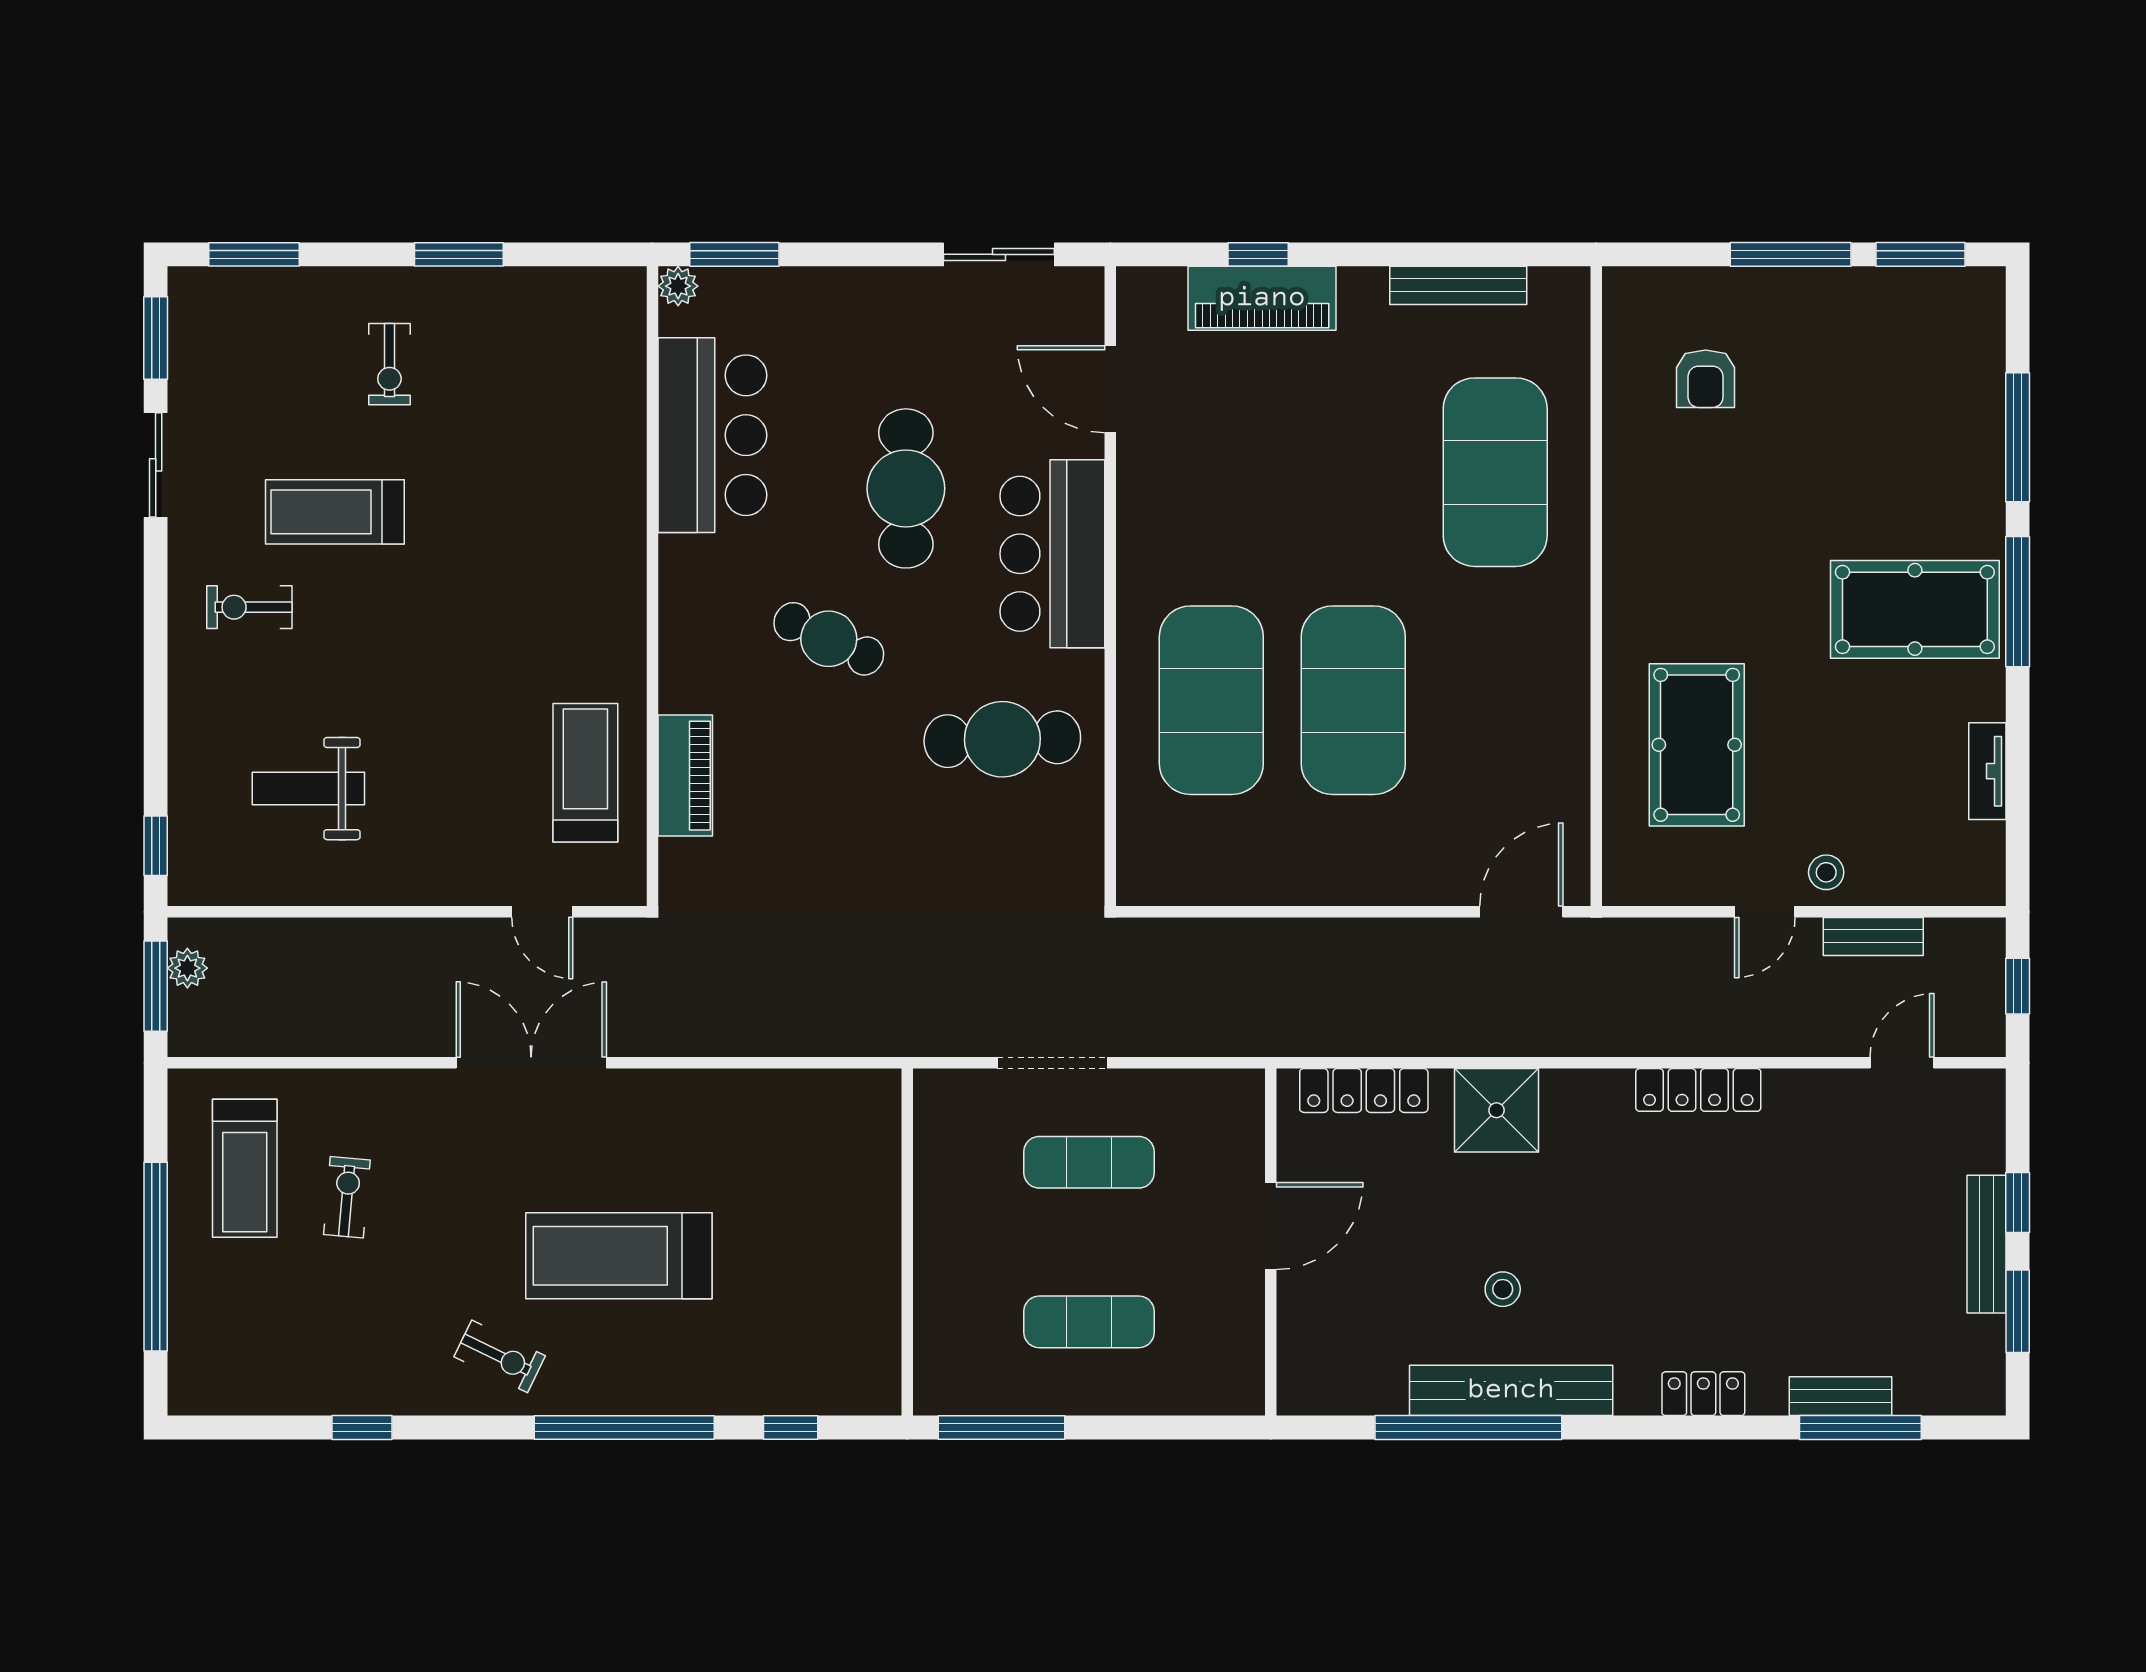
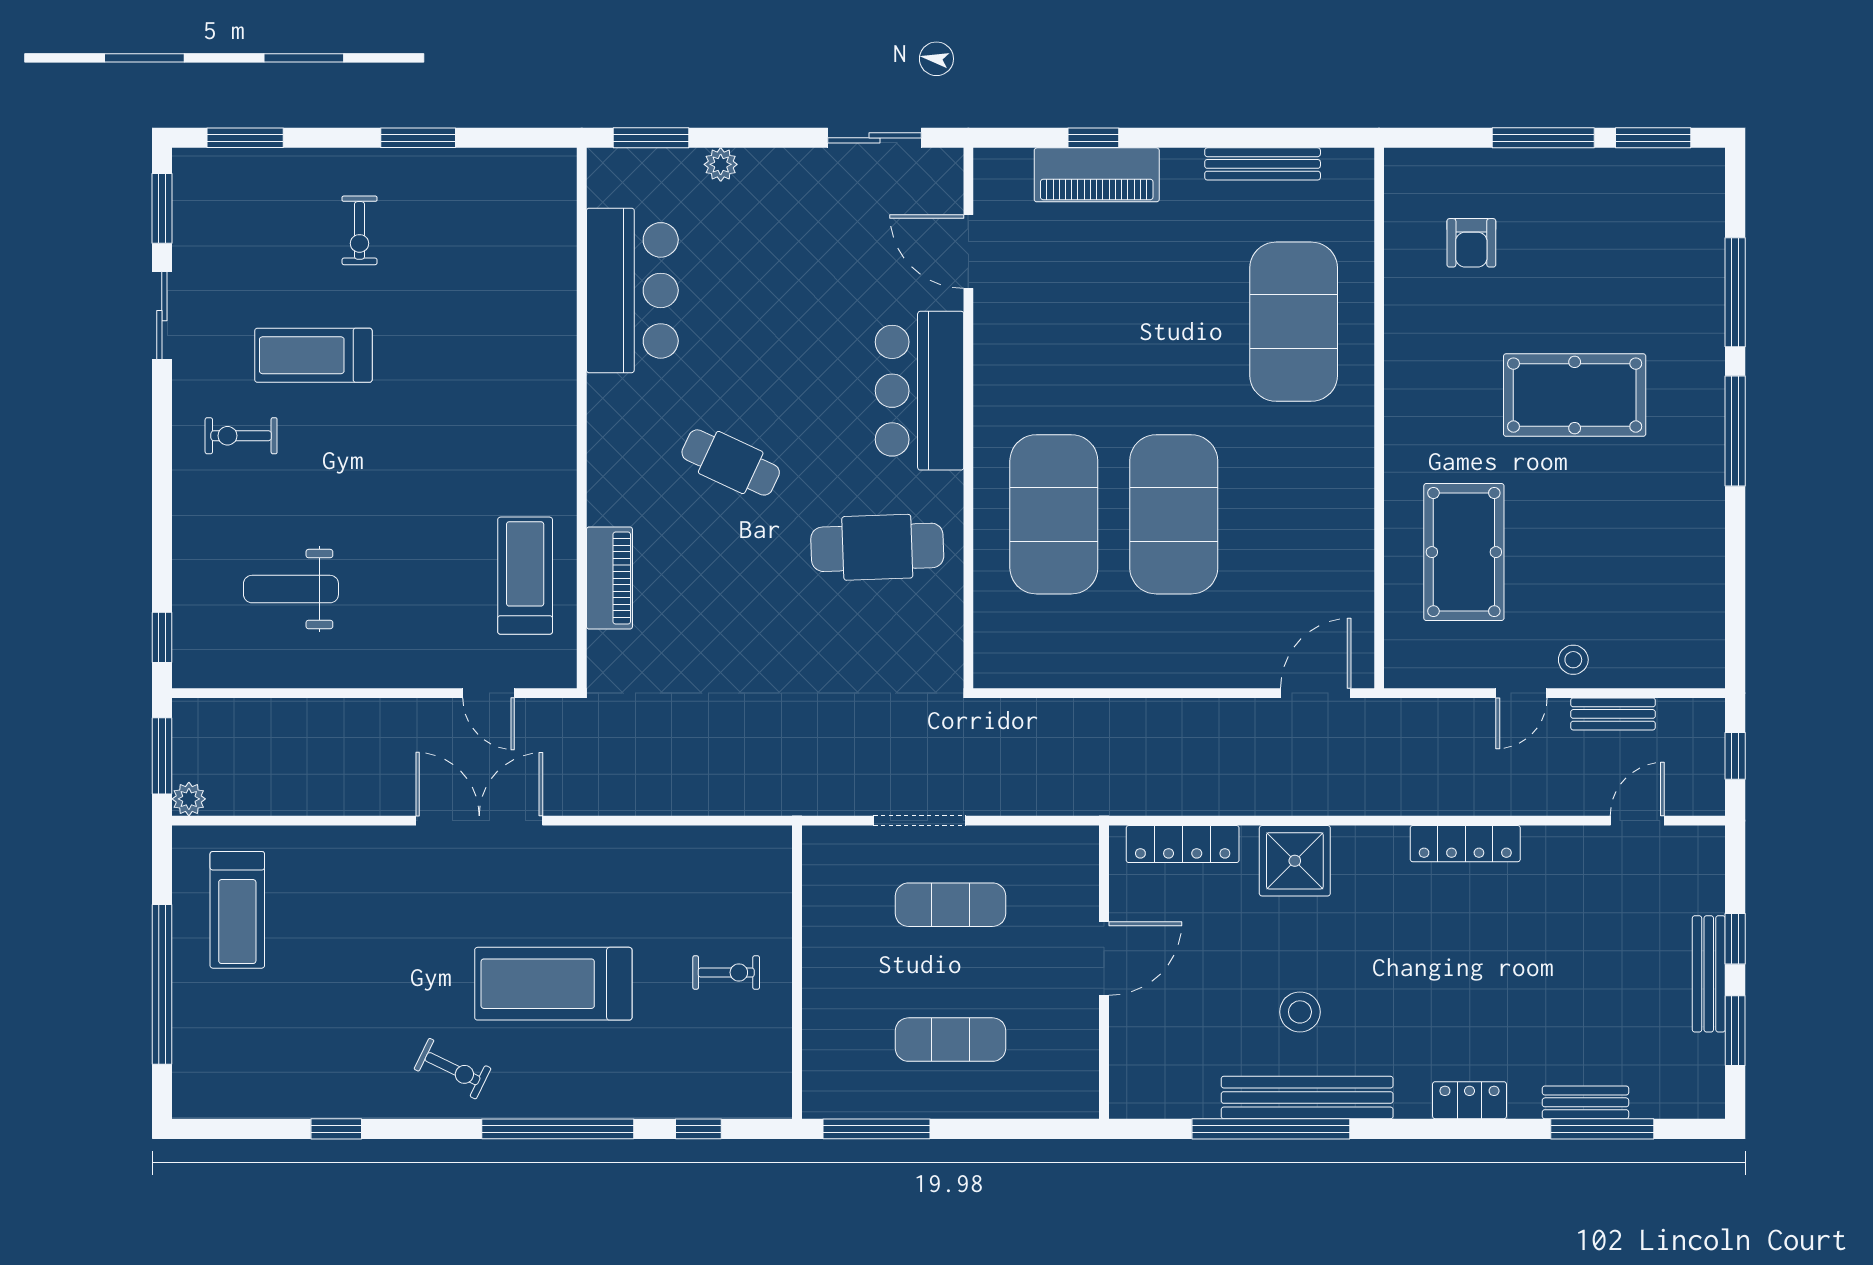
plant: (678, 286) -> (721, 164), moved
cafe table: (906, 488) -> (796, 335), removed
pool table: (1915, 609) -> (1575, 395), moved
tv unit: (1987, 771) -> (1709, 574), removed
plant: (187, 968) -> (189, 799), moved
exercise bike: (347, 1197) -> (726, 972), moved, turned 85
stool: (1503, 1289) -> (1300, 1012), width x1.37, depth x1.37

